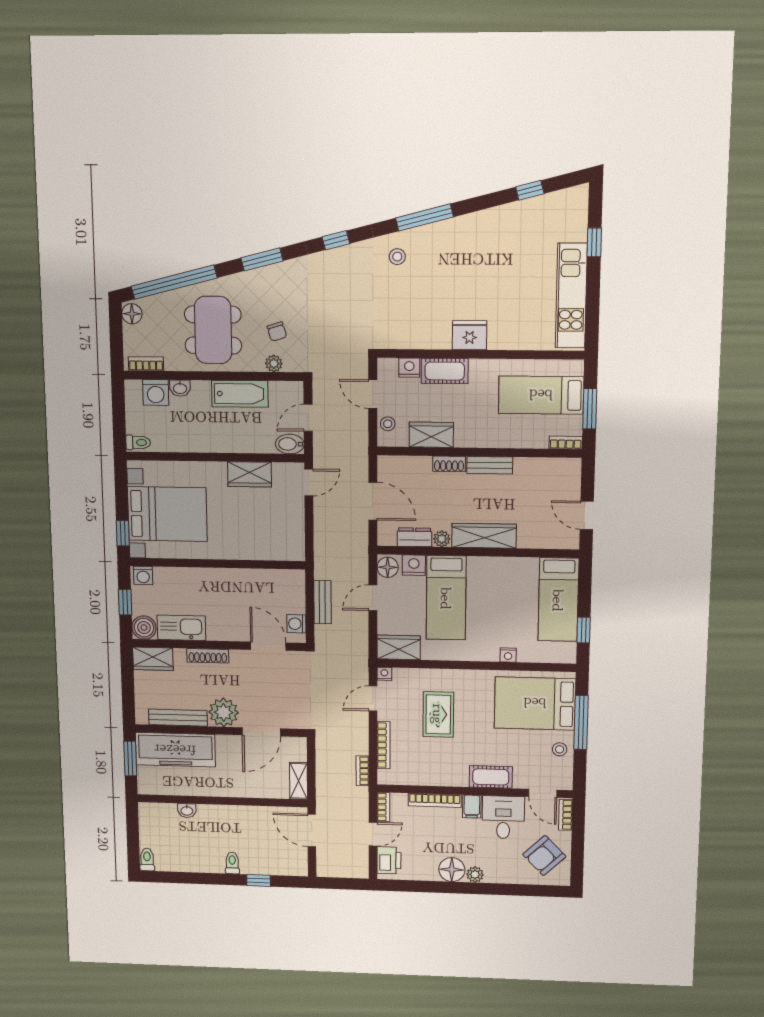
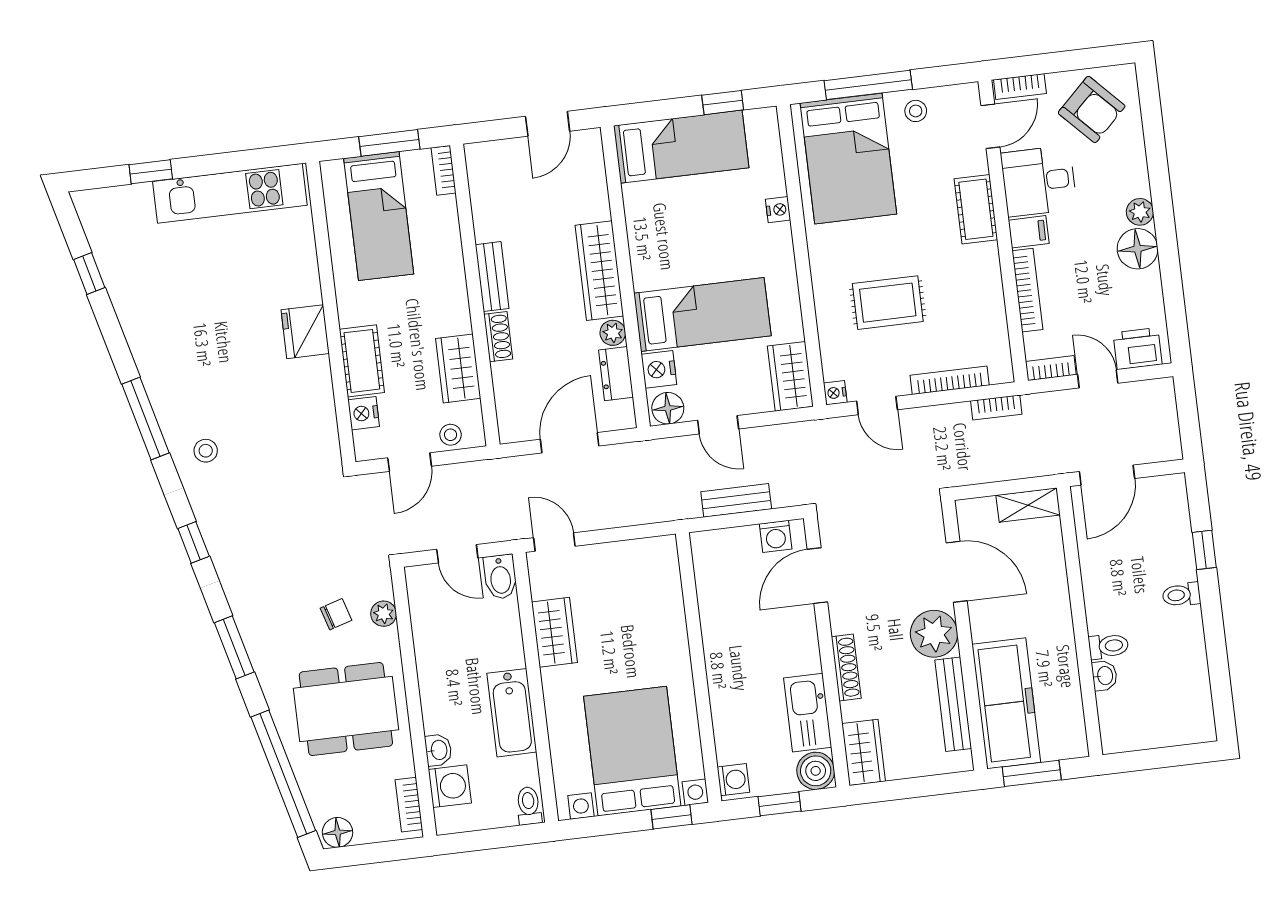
bathtub: (240, 394) -> (512, 713), moved, turned 180
toilet: (147, 860) -> (1108, 646), moved, turned 180

